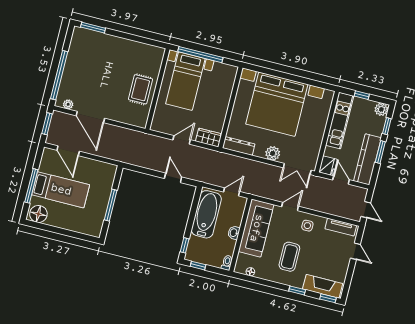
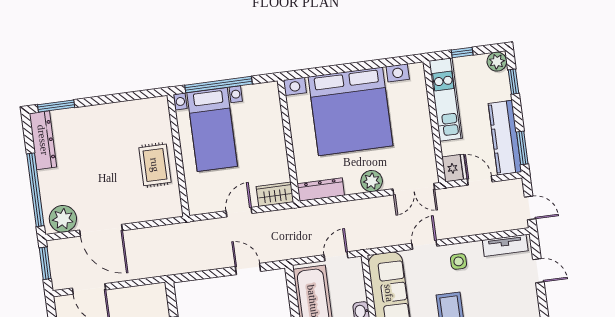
dresser: (76, 46) -> (43, 140), added
plant: (68, 104) -> (63, 219), width x1.87, depth x1.87
window: (380, 152) -> (522, 148), moved

